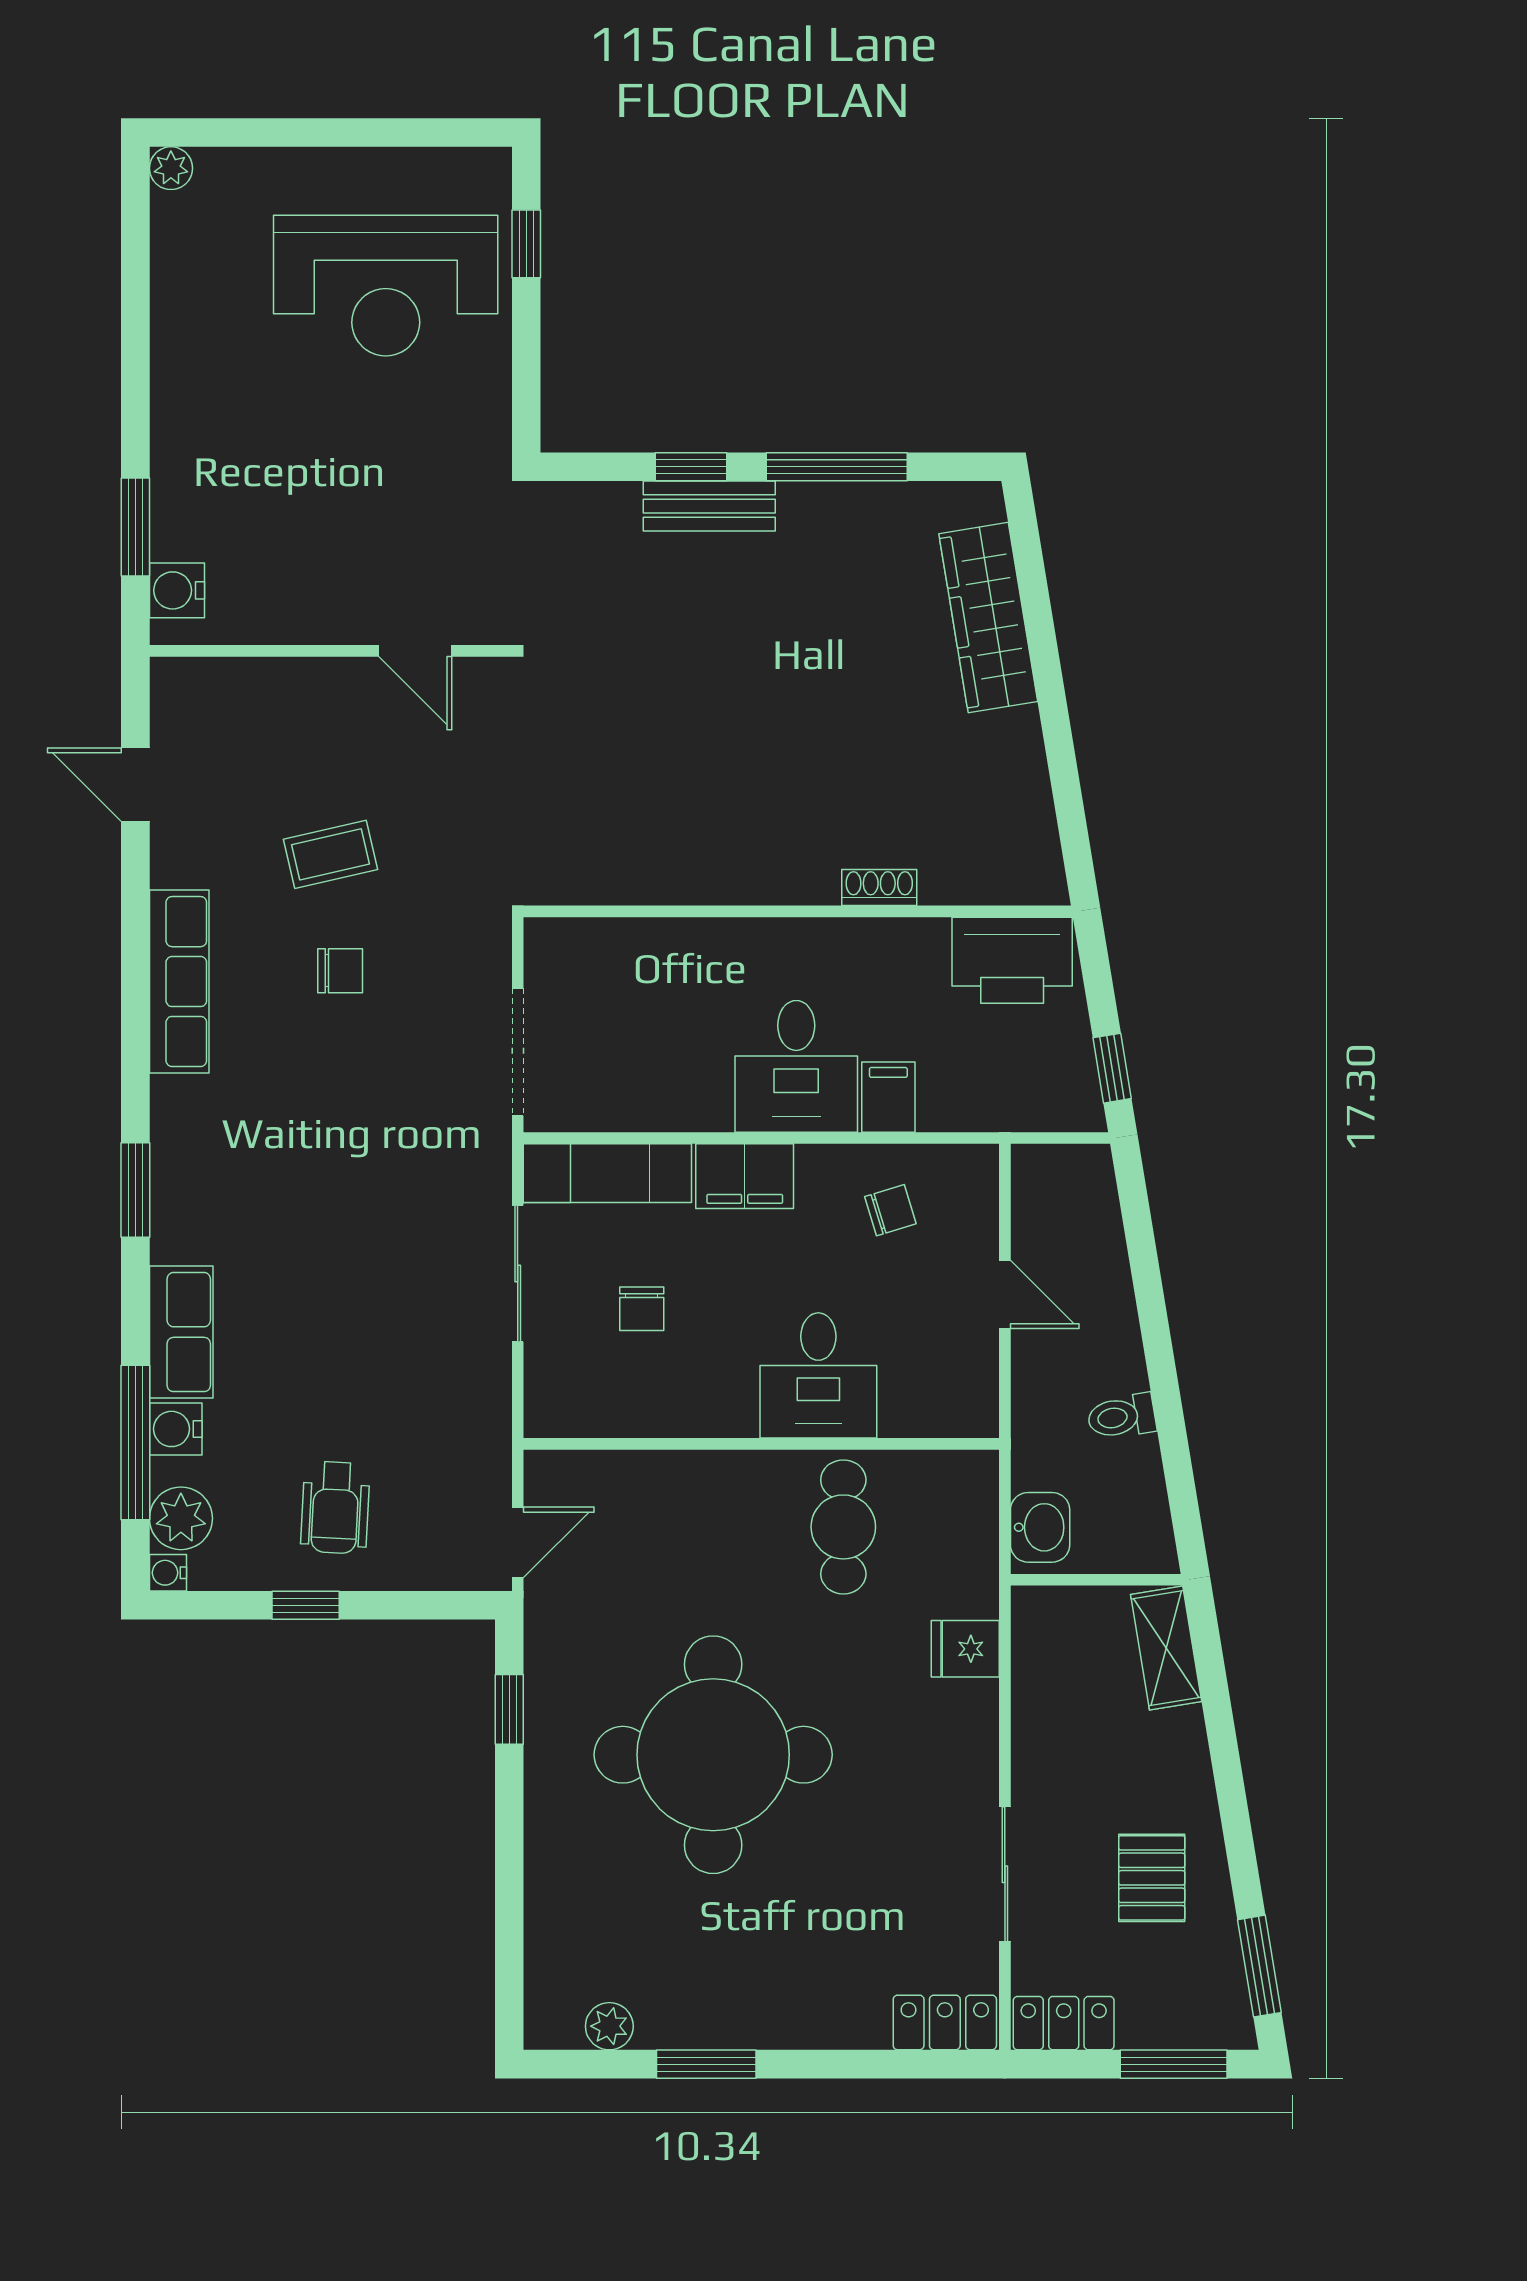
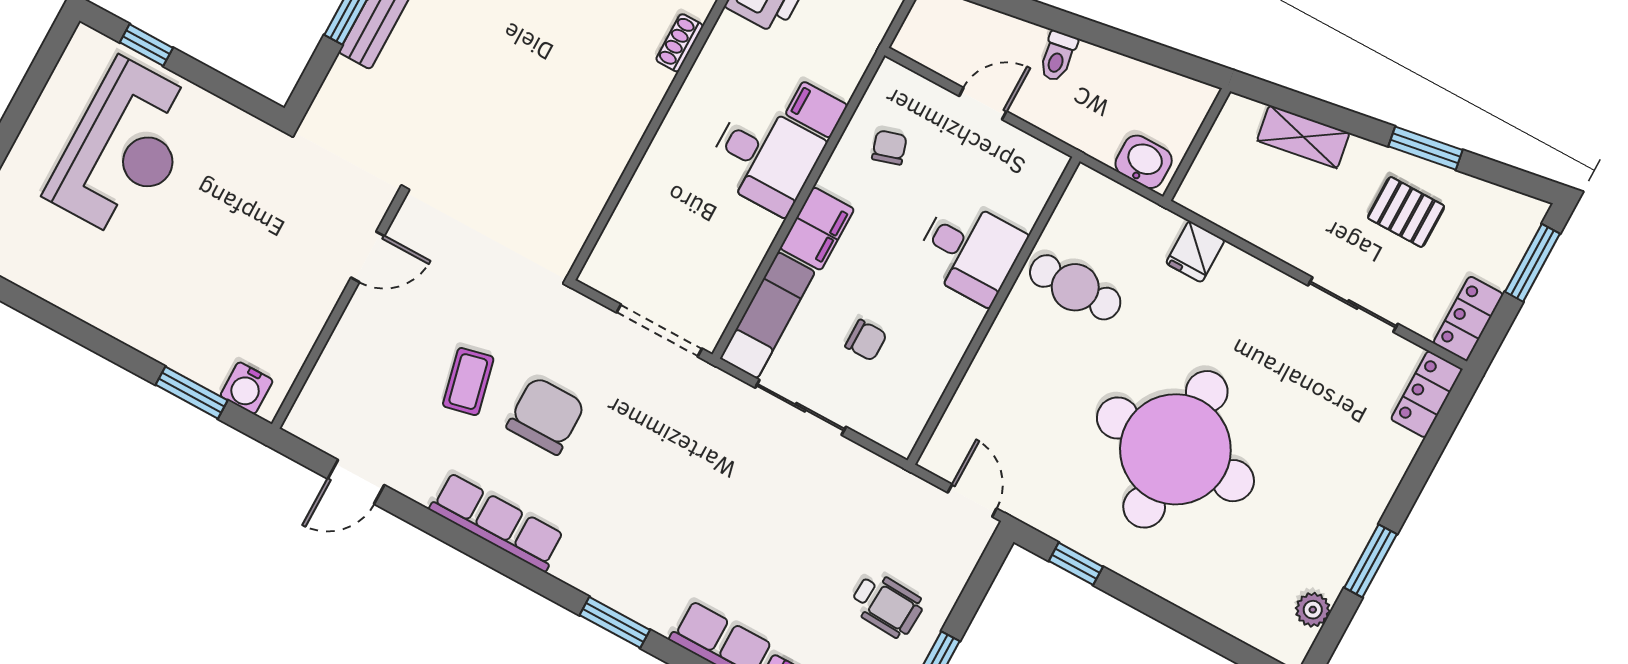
chair: (340, 971) -> (546, 416), width x1.87, depth x1.87
toilet: (1122, 1417) -> (1058, 56), moved
shelving: (1166, 1648) -> (1303, 137), moved
window: (1259, 1966) -> (1425, 148), moved

